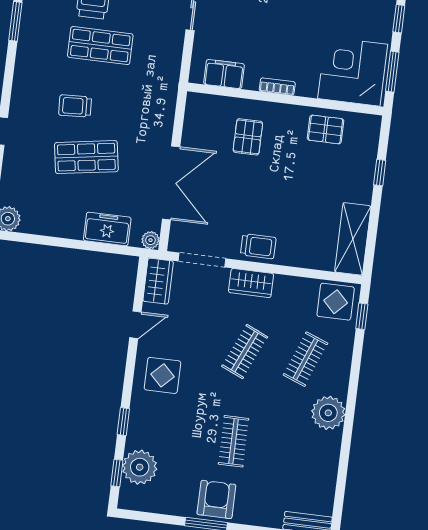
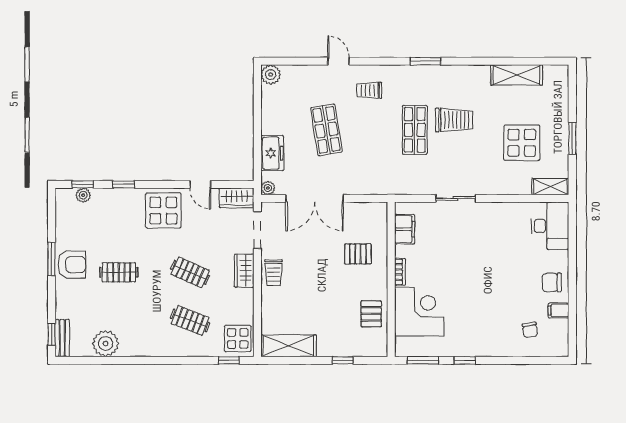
corner desk: (353, 71) -> (419, 312), moved
trolley: (75, 106) -> (369, 90), moved, turned -87
display table: (162, 375) -> (163, 210), width x1.36, depth x1.36
plant: (328, 413) -> (106, 344), moved
plant: (140, 467) -> (83, 195), width x0.53, depth x0.53

